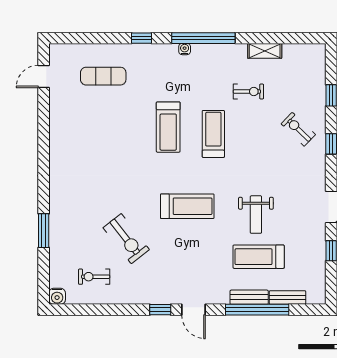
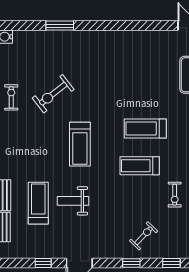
treadmill: (213, 134) -> (140, 166), turned 180
exercise bike: (94, 277) -> (11, 97), moved

